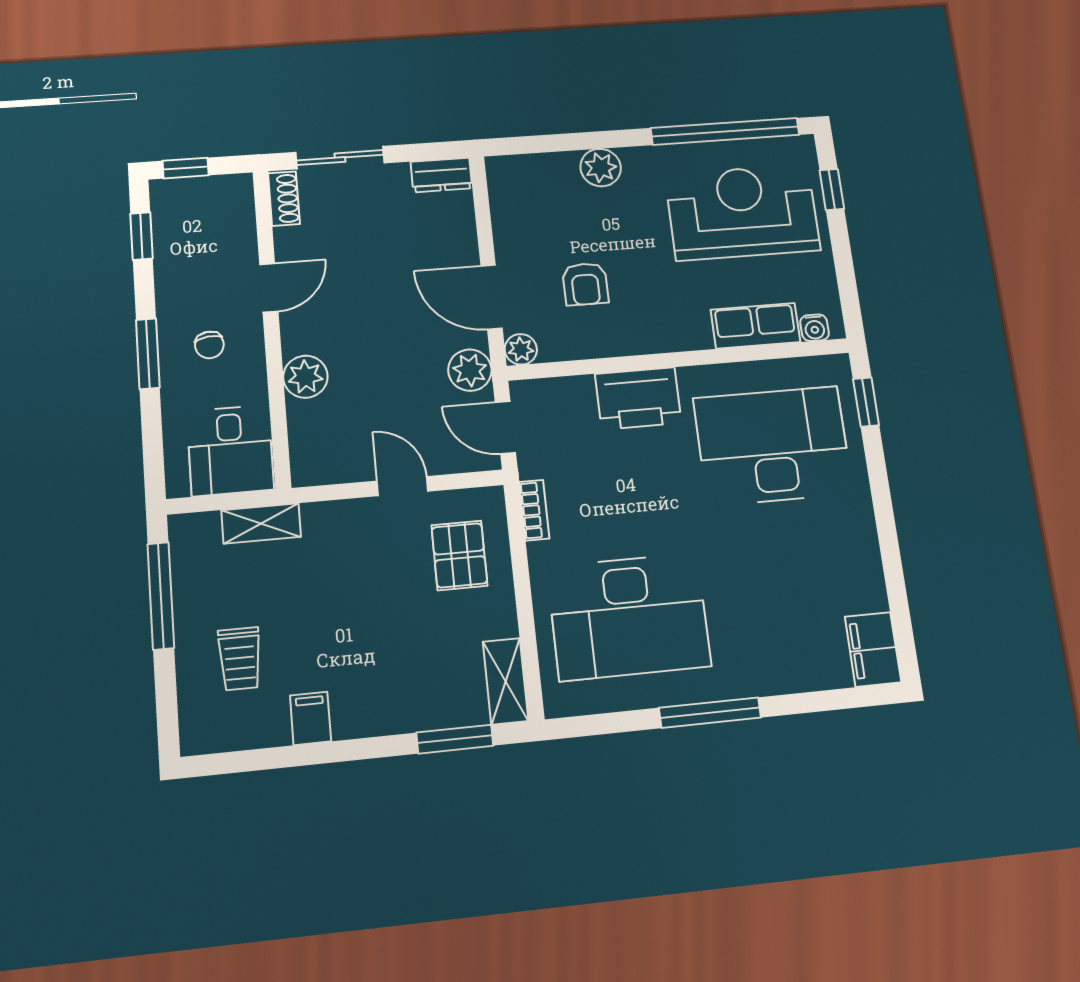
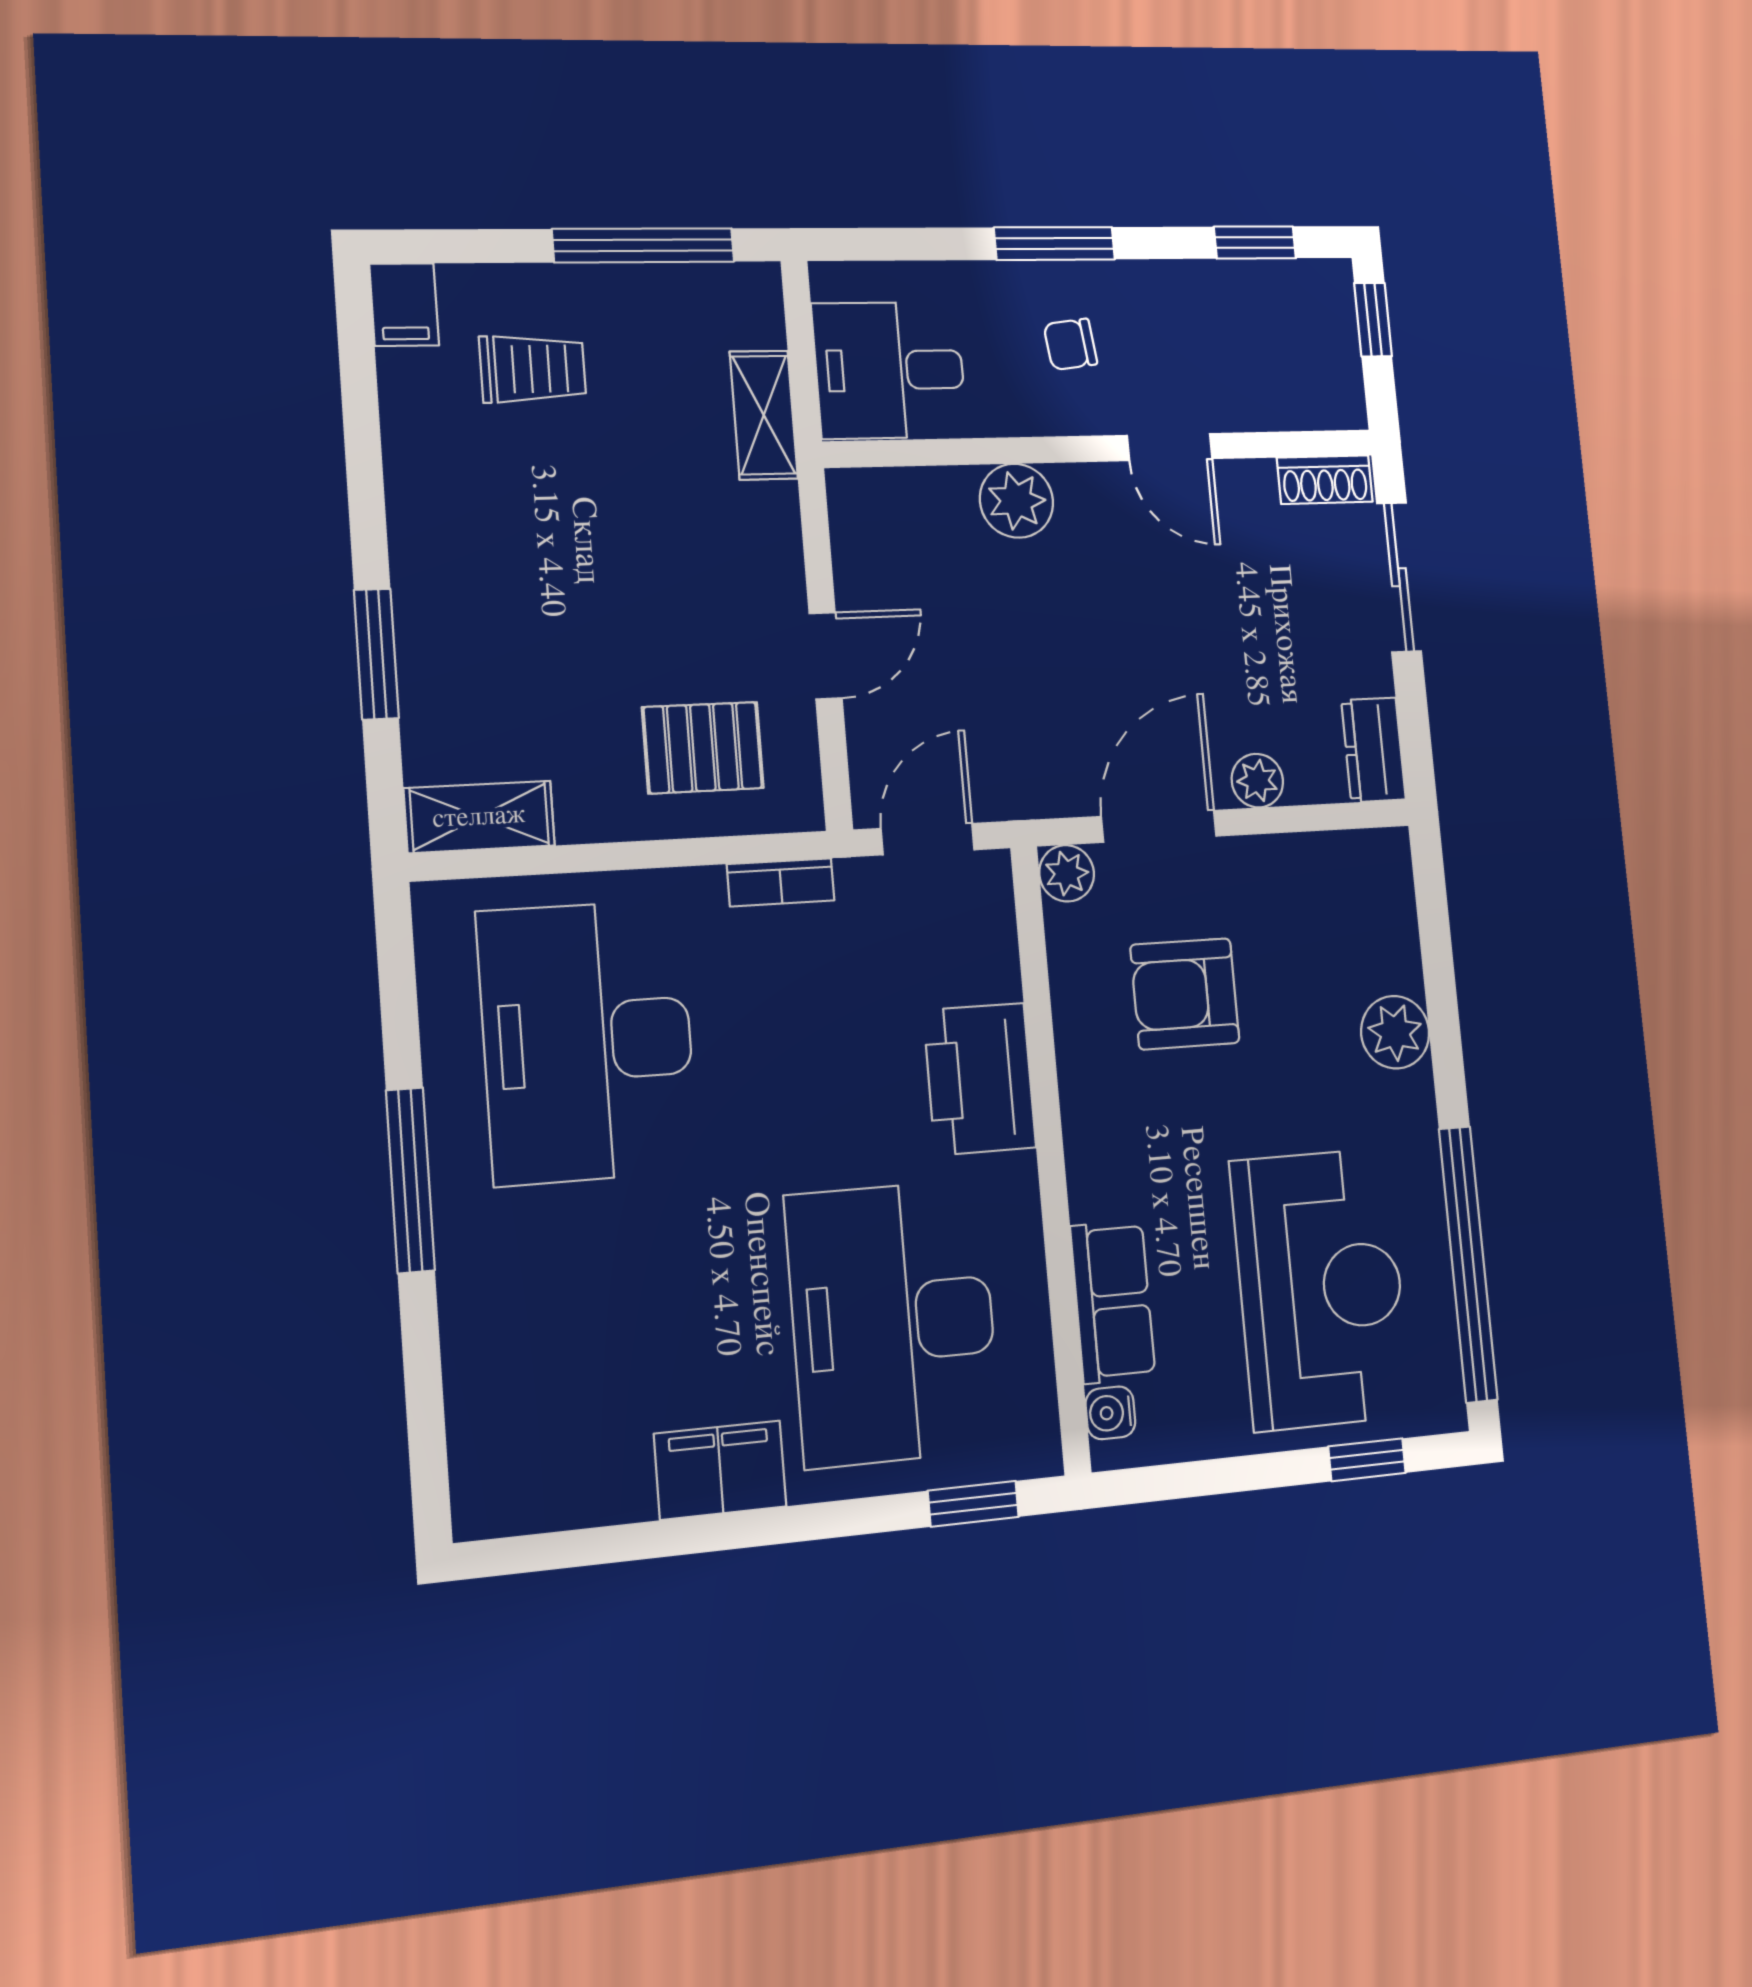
armchair: (585, 284) -> (1185, 994), width x1.38, depth x1.38
plant: (470, 370) -> (1257, 781), moved, width x0.73, depth x0.73
desk: (773, 446) -> (893, 1323), turned 180
filing cabinet: (873, 649) -> (720, 1470), moved
trolley: (240, 659) -> (533, 369), turned 180
filing cabinet: (311, 718) -> (404, 305), moved, turned 90
window: (455, 739) -> (376, 654), moved

